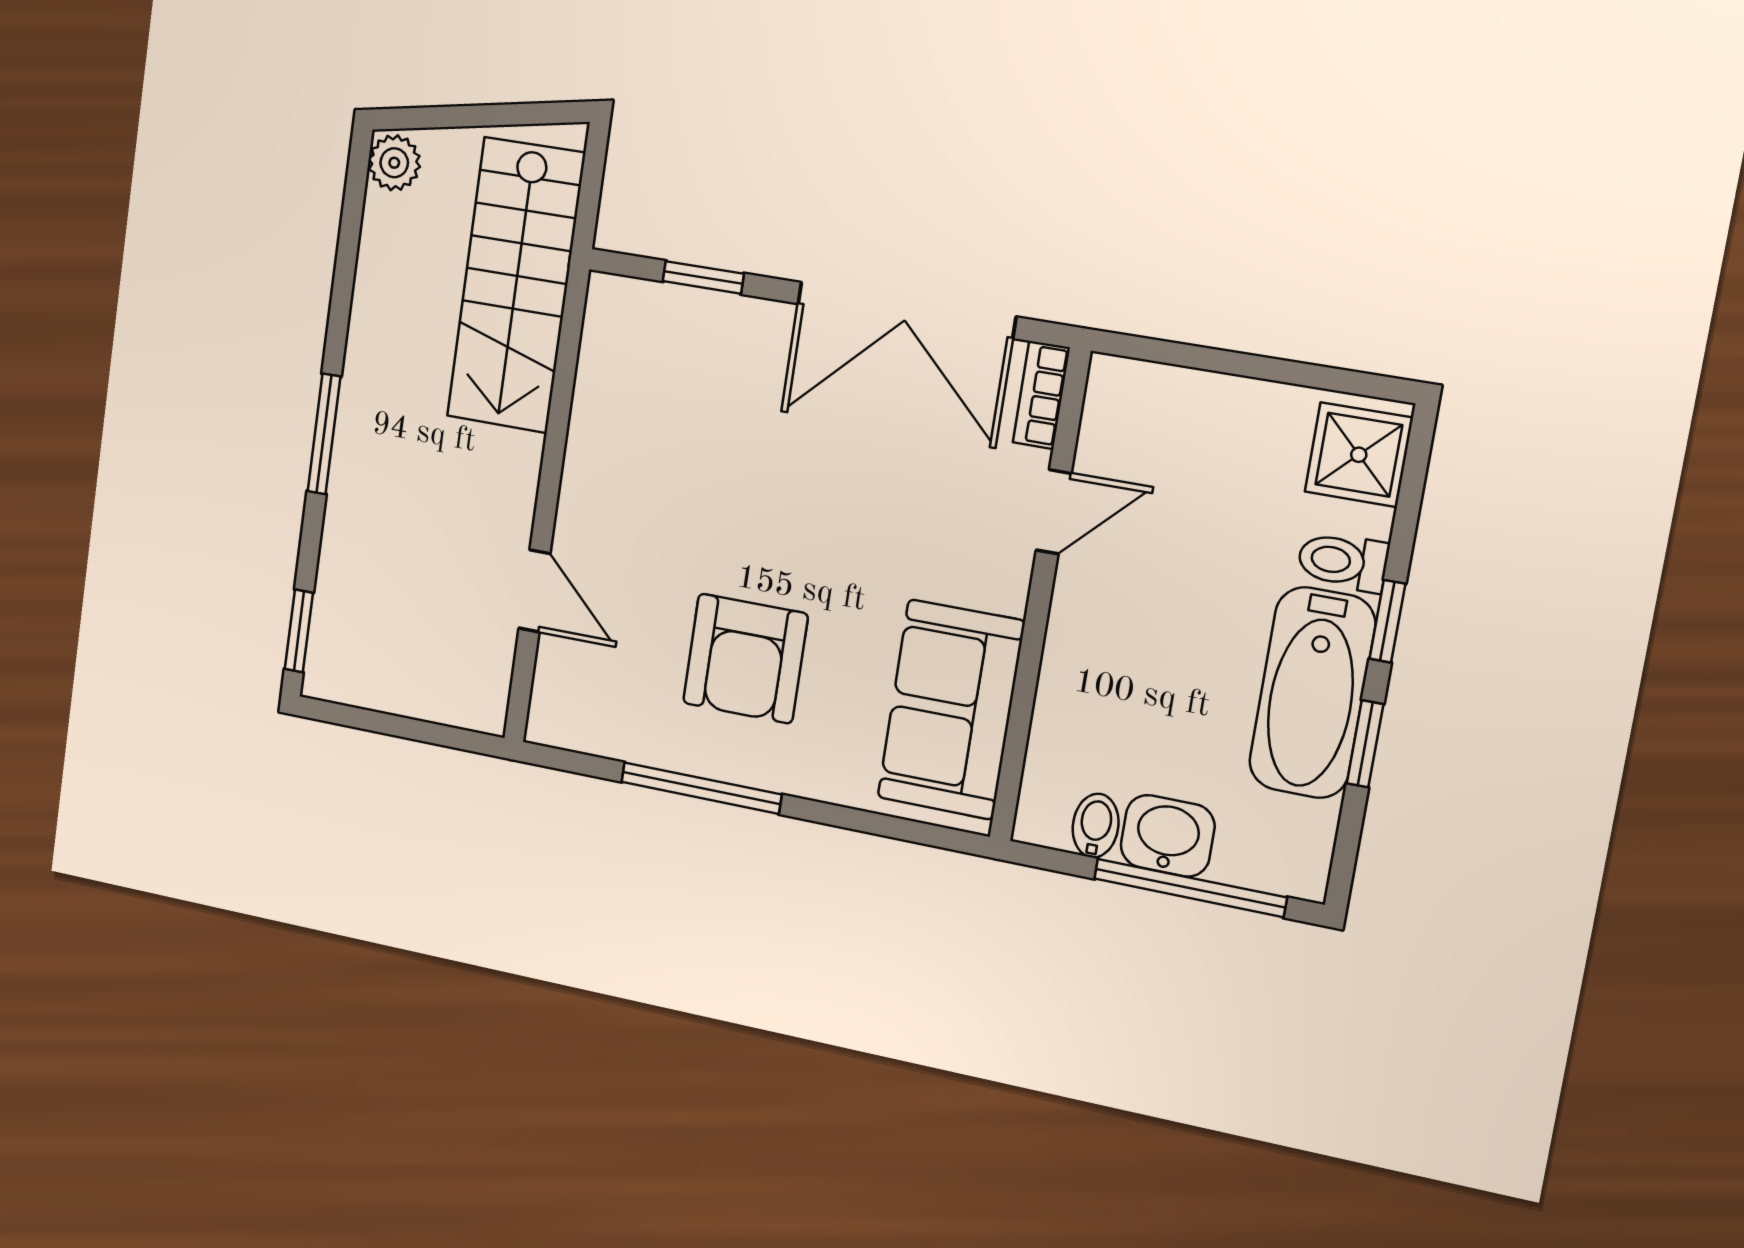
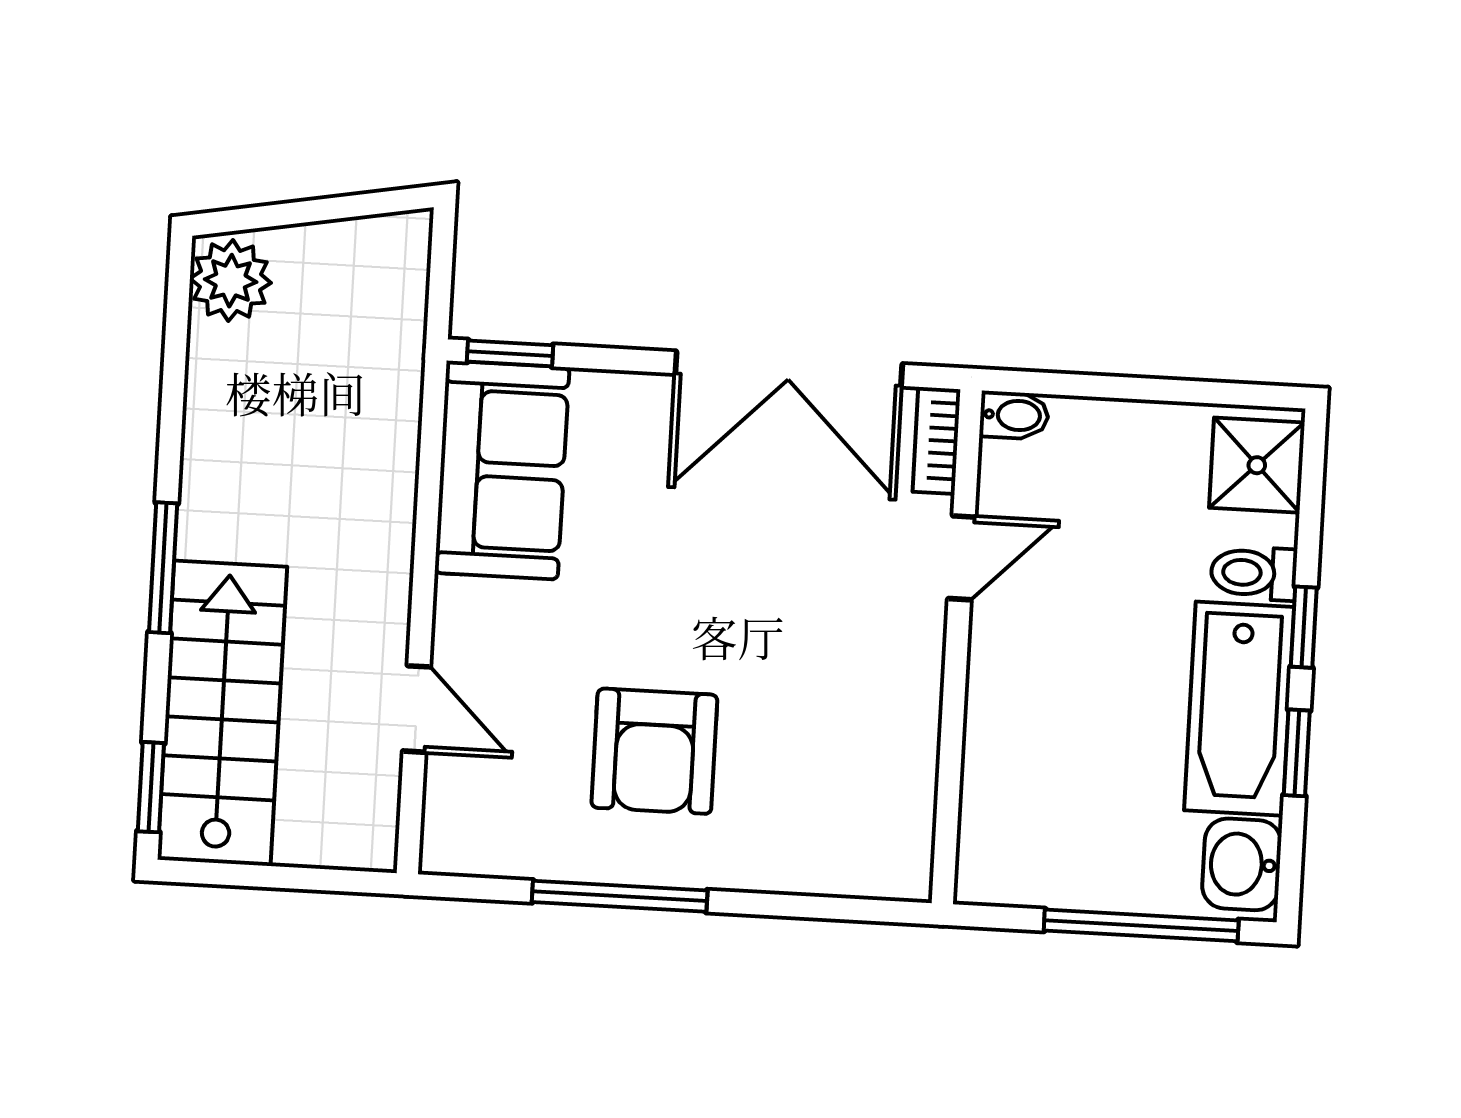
plant: (394, 163) -> (231, 281), width x1.38, depth x1.38
window: (703, 277) -> (510, 353), moved
stairs: (516, 285) -> (222, 713), moved, turned 180
sofa: (951, 710) -> (502, 470), moved, turned 180
bidet: (1096, 826) -> (1014, 415), moved, turned 90
washbasin: (1168, 836) -> (1242, 864), moved, turned -90

